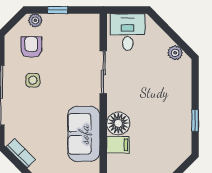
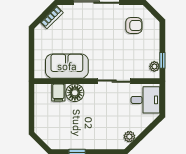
window: (58, 10) -> (162, 60), moved
plant: (35, 20) -> (154, 66), moved
side table: (33, 80) -> (108, 27), removed

